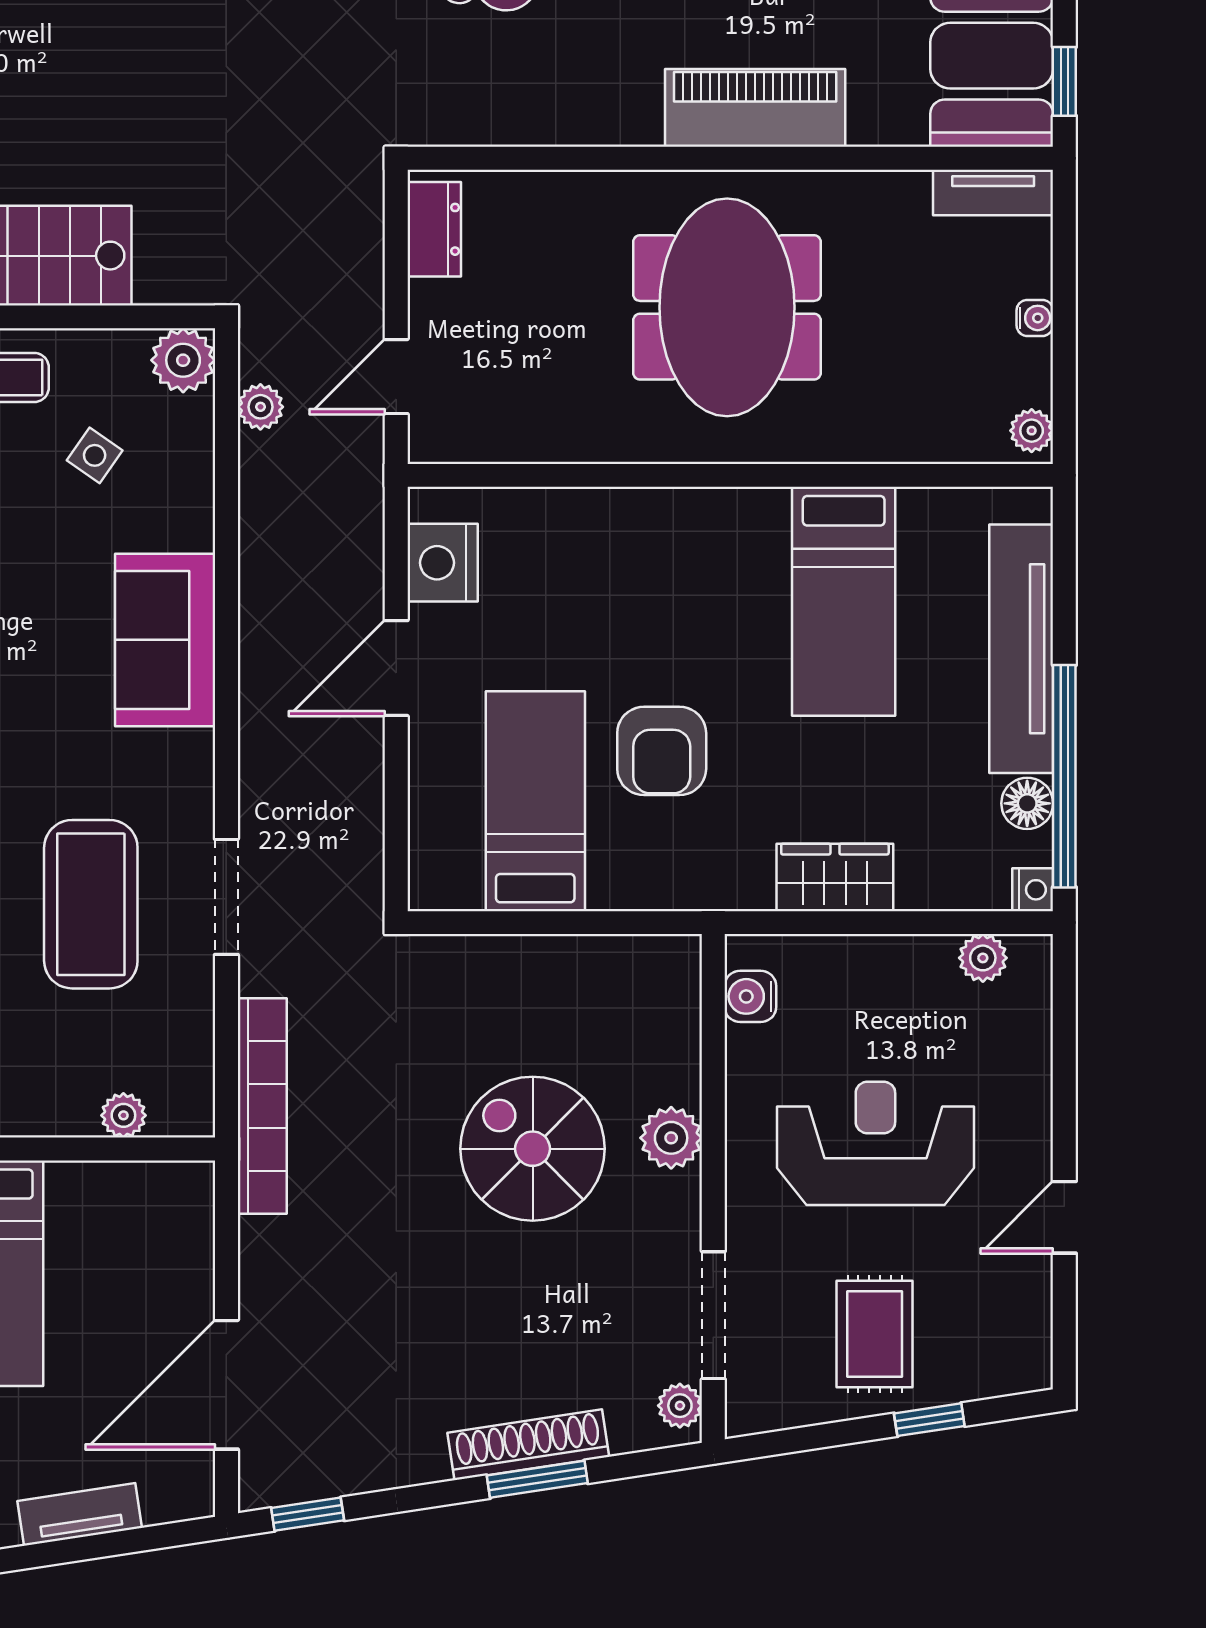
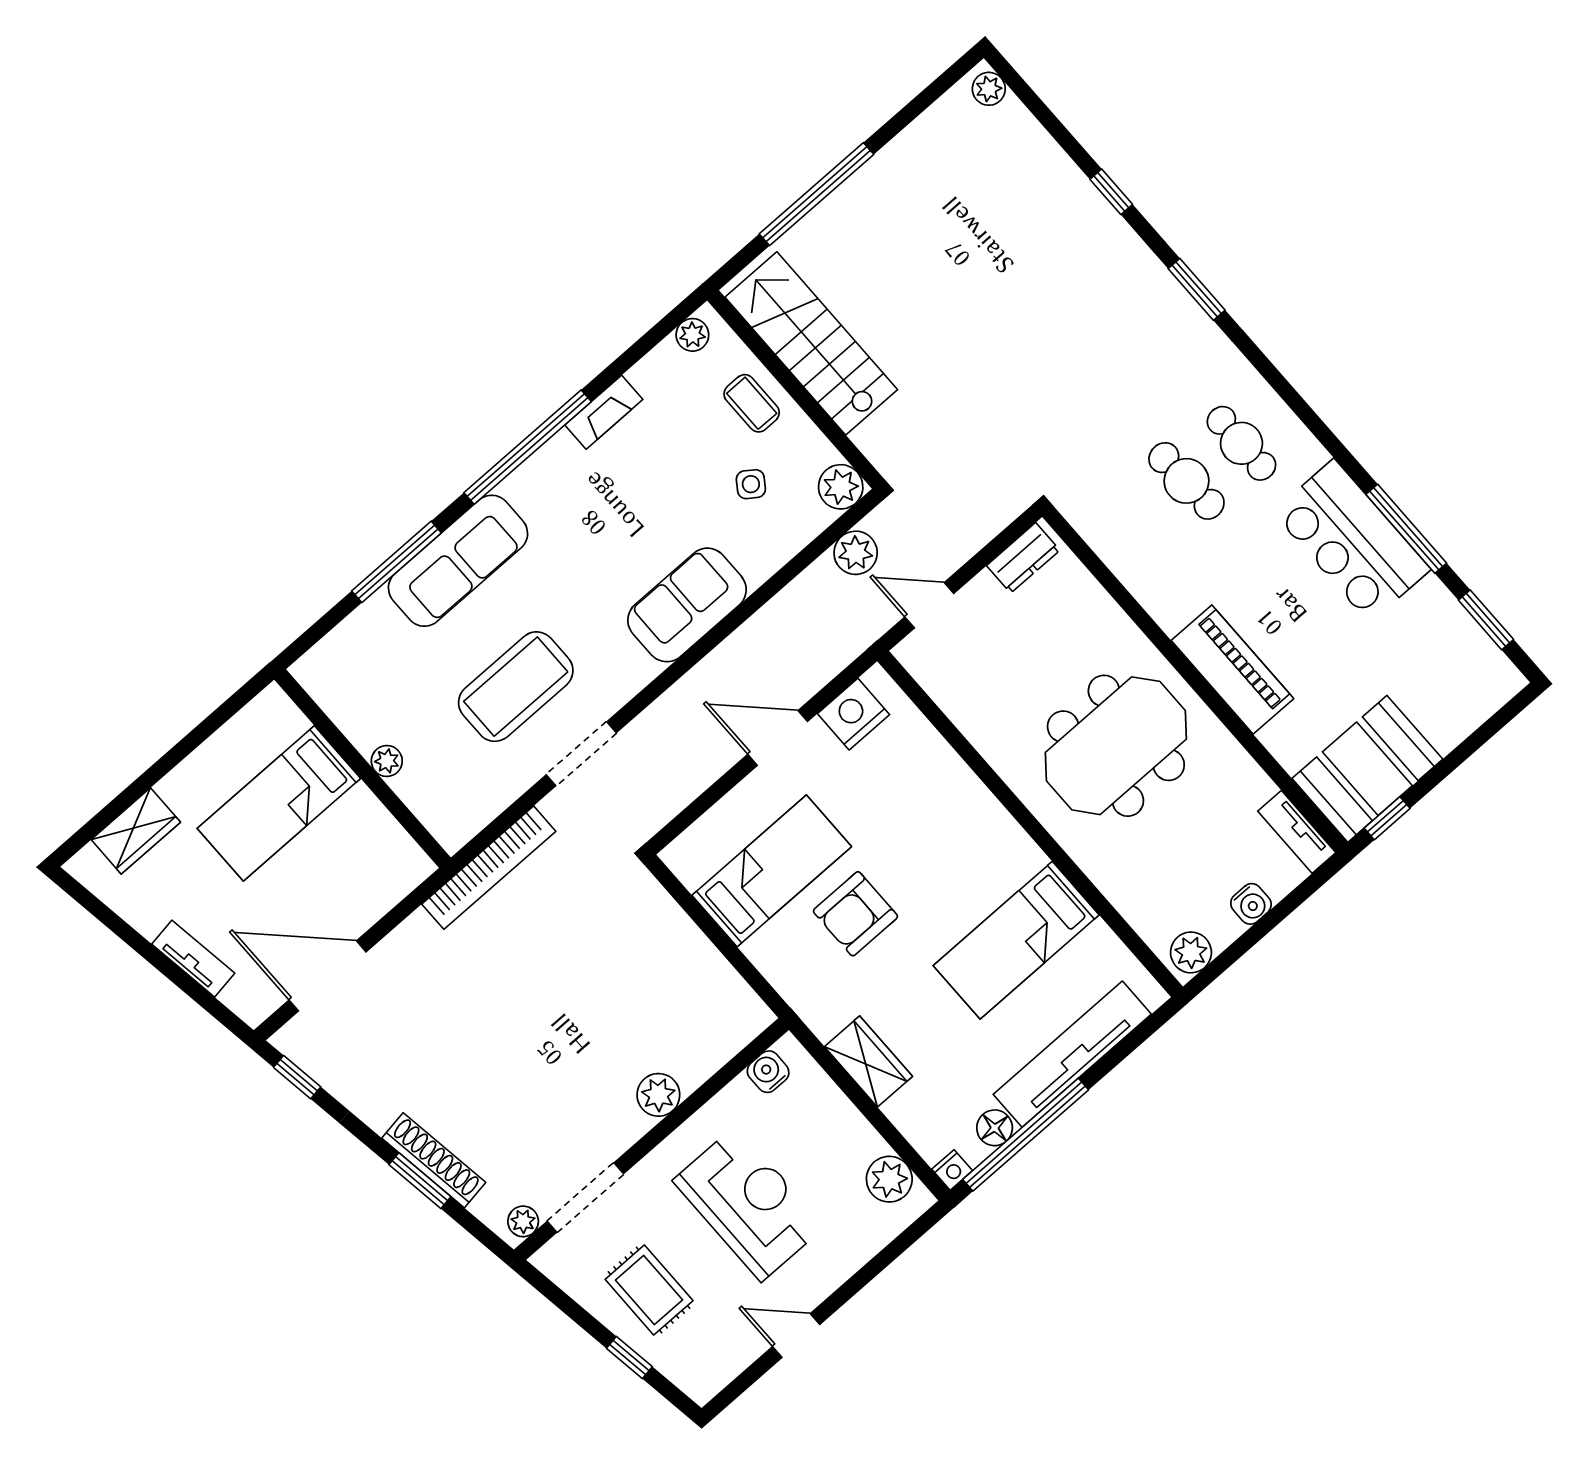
water cooler: (1035, 318) -> (1251, 904), width x1.38, depth x1.38
plant: (260, 407) -> (856, 553), width x1.38, depth x1.38
plant: (1032, 431) -> (1191, 952), width x1.38, depth x1.38
plant: (983, 958) -> (889, 1179), width x1.38, depth x1.38
plant: (123, 1115) -> (387, 761), moved
spiral stairs: (533, 1149) -> (590, 1028), removed
rug: (875, 1334) -> (649, 1290), turned 90

